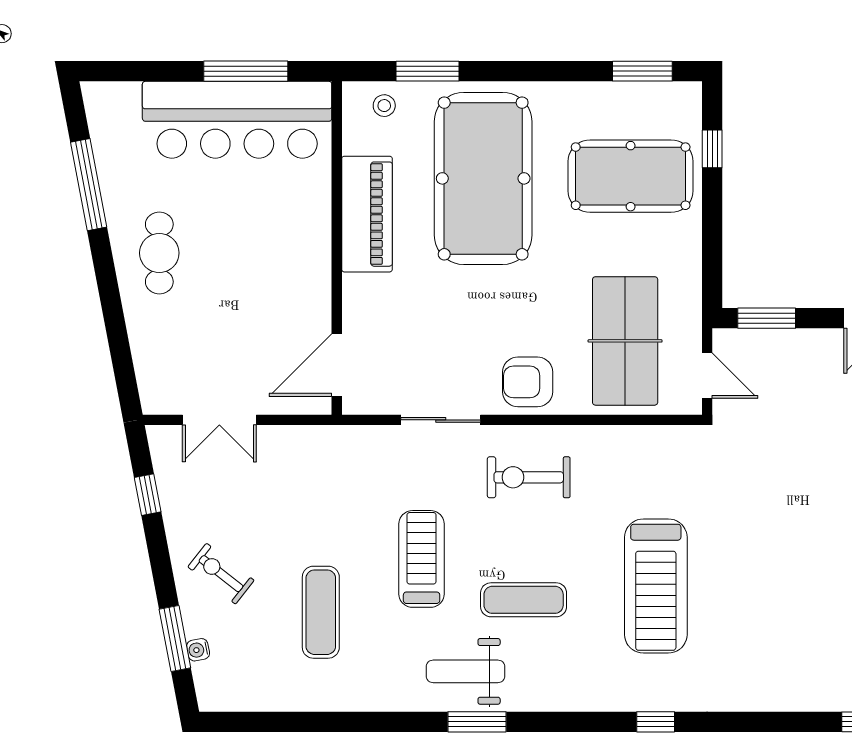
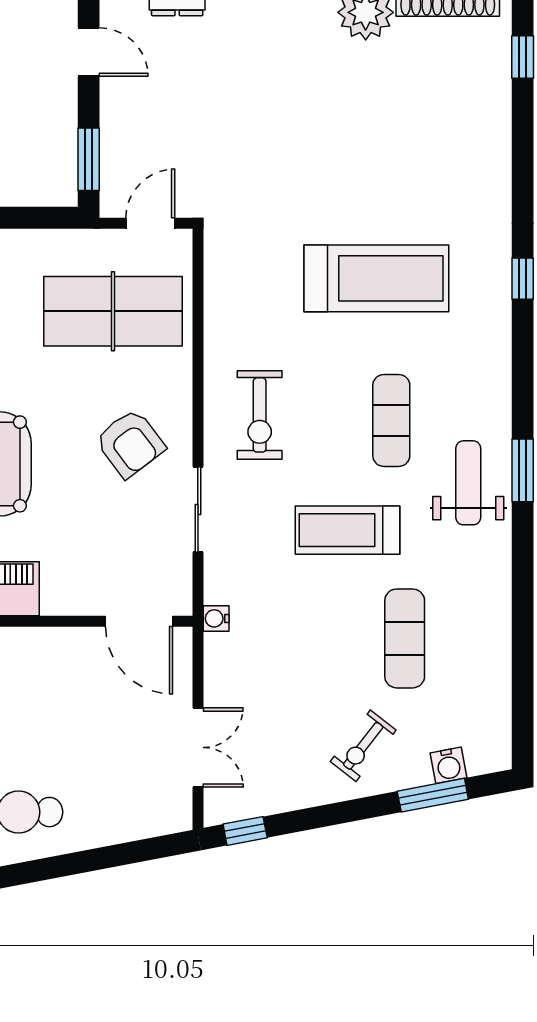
armchair: (528, 382) -> (130, 443), moved, turned -37
water cooler: (339, 437) -> (216, 618), added
window: (148, 495) -> (245, 831), moved
exercise mat: (321, 612) -> (405, 638), turned 90
water cooler: (198, 650) -> (449, 765), width x1.38, depth x1.38
weight bench: (466, 671) -> (468, 483), turned 180

